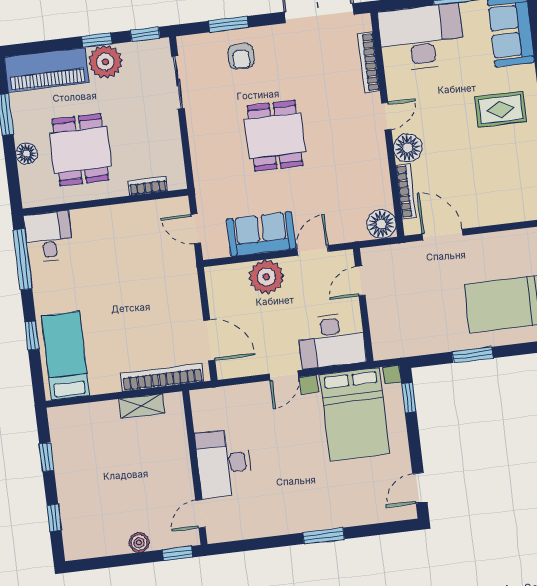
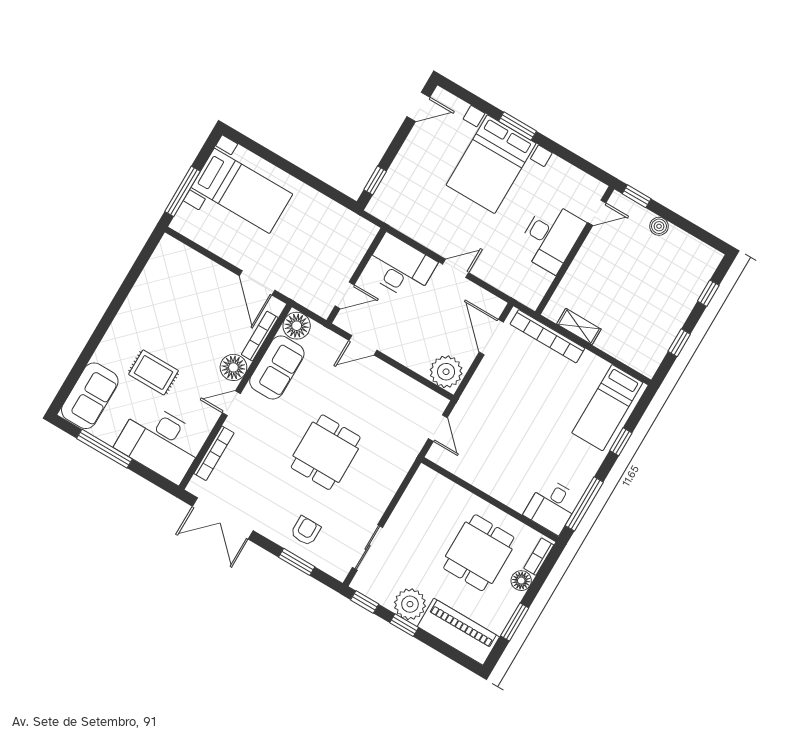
rug: (501, 109) -> (153, 372), moved
bookcase: (148, 186) -> (539, 557), moved, turned 90
sofa: (261, 234) -> (277, 367), moved, turned -90
plant: (266, 277) -> (446, 372), moved
window: (473, 355) -> (303, 176), removed
bed with nightstands: (355, 414) -> (491, 164), moved, turned 180

